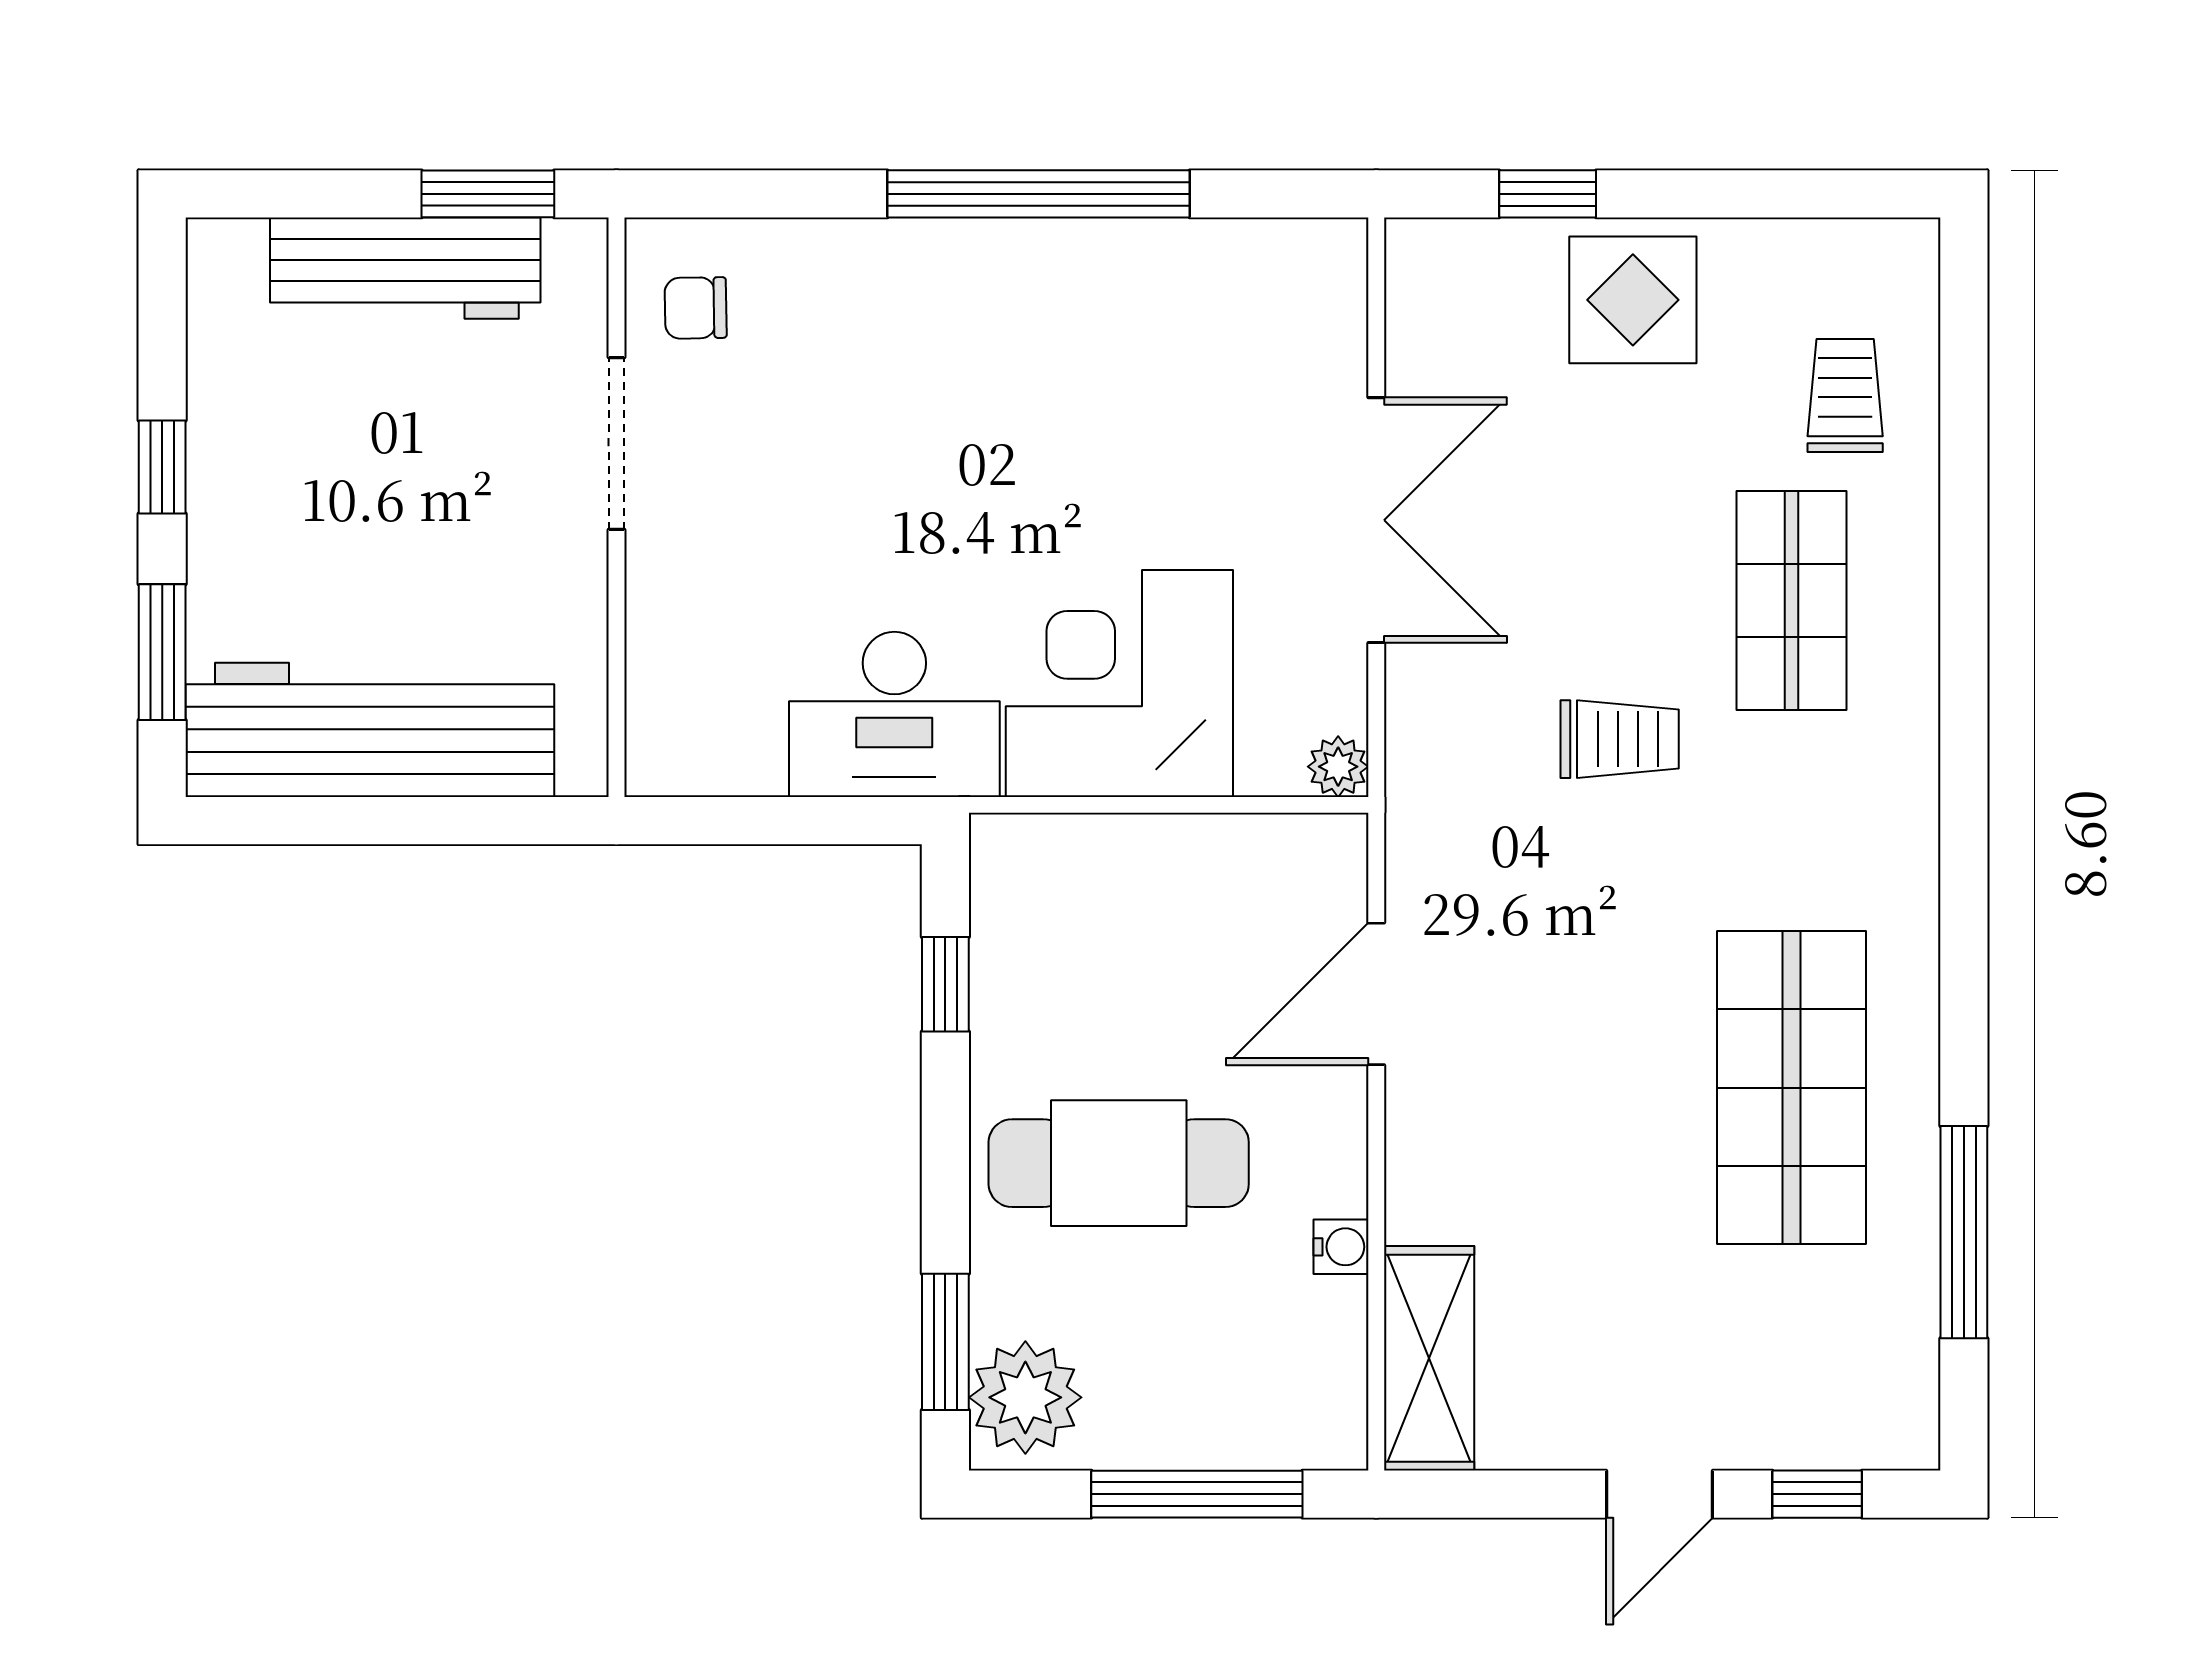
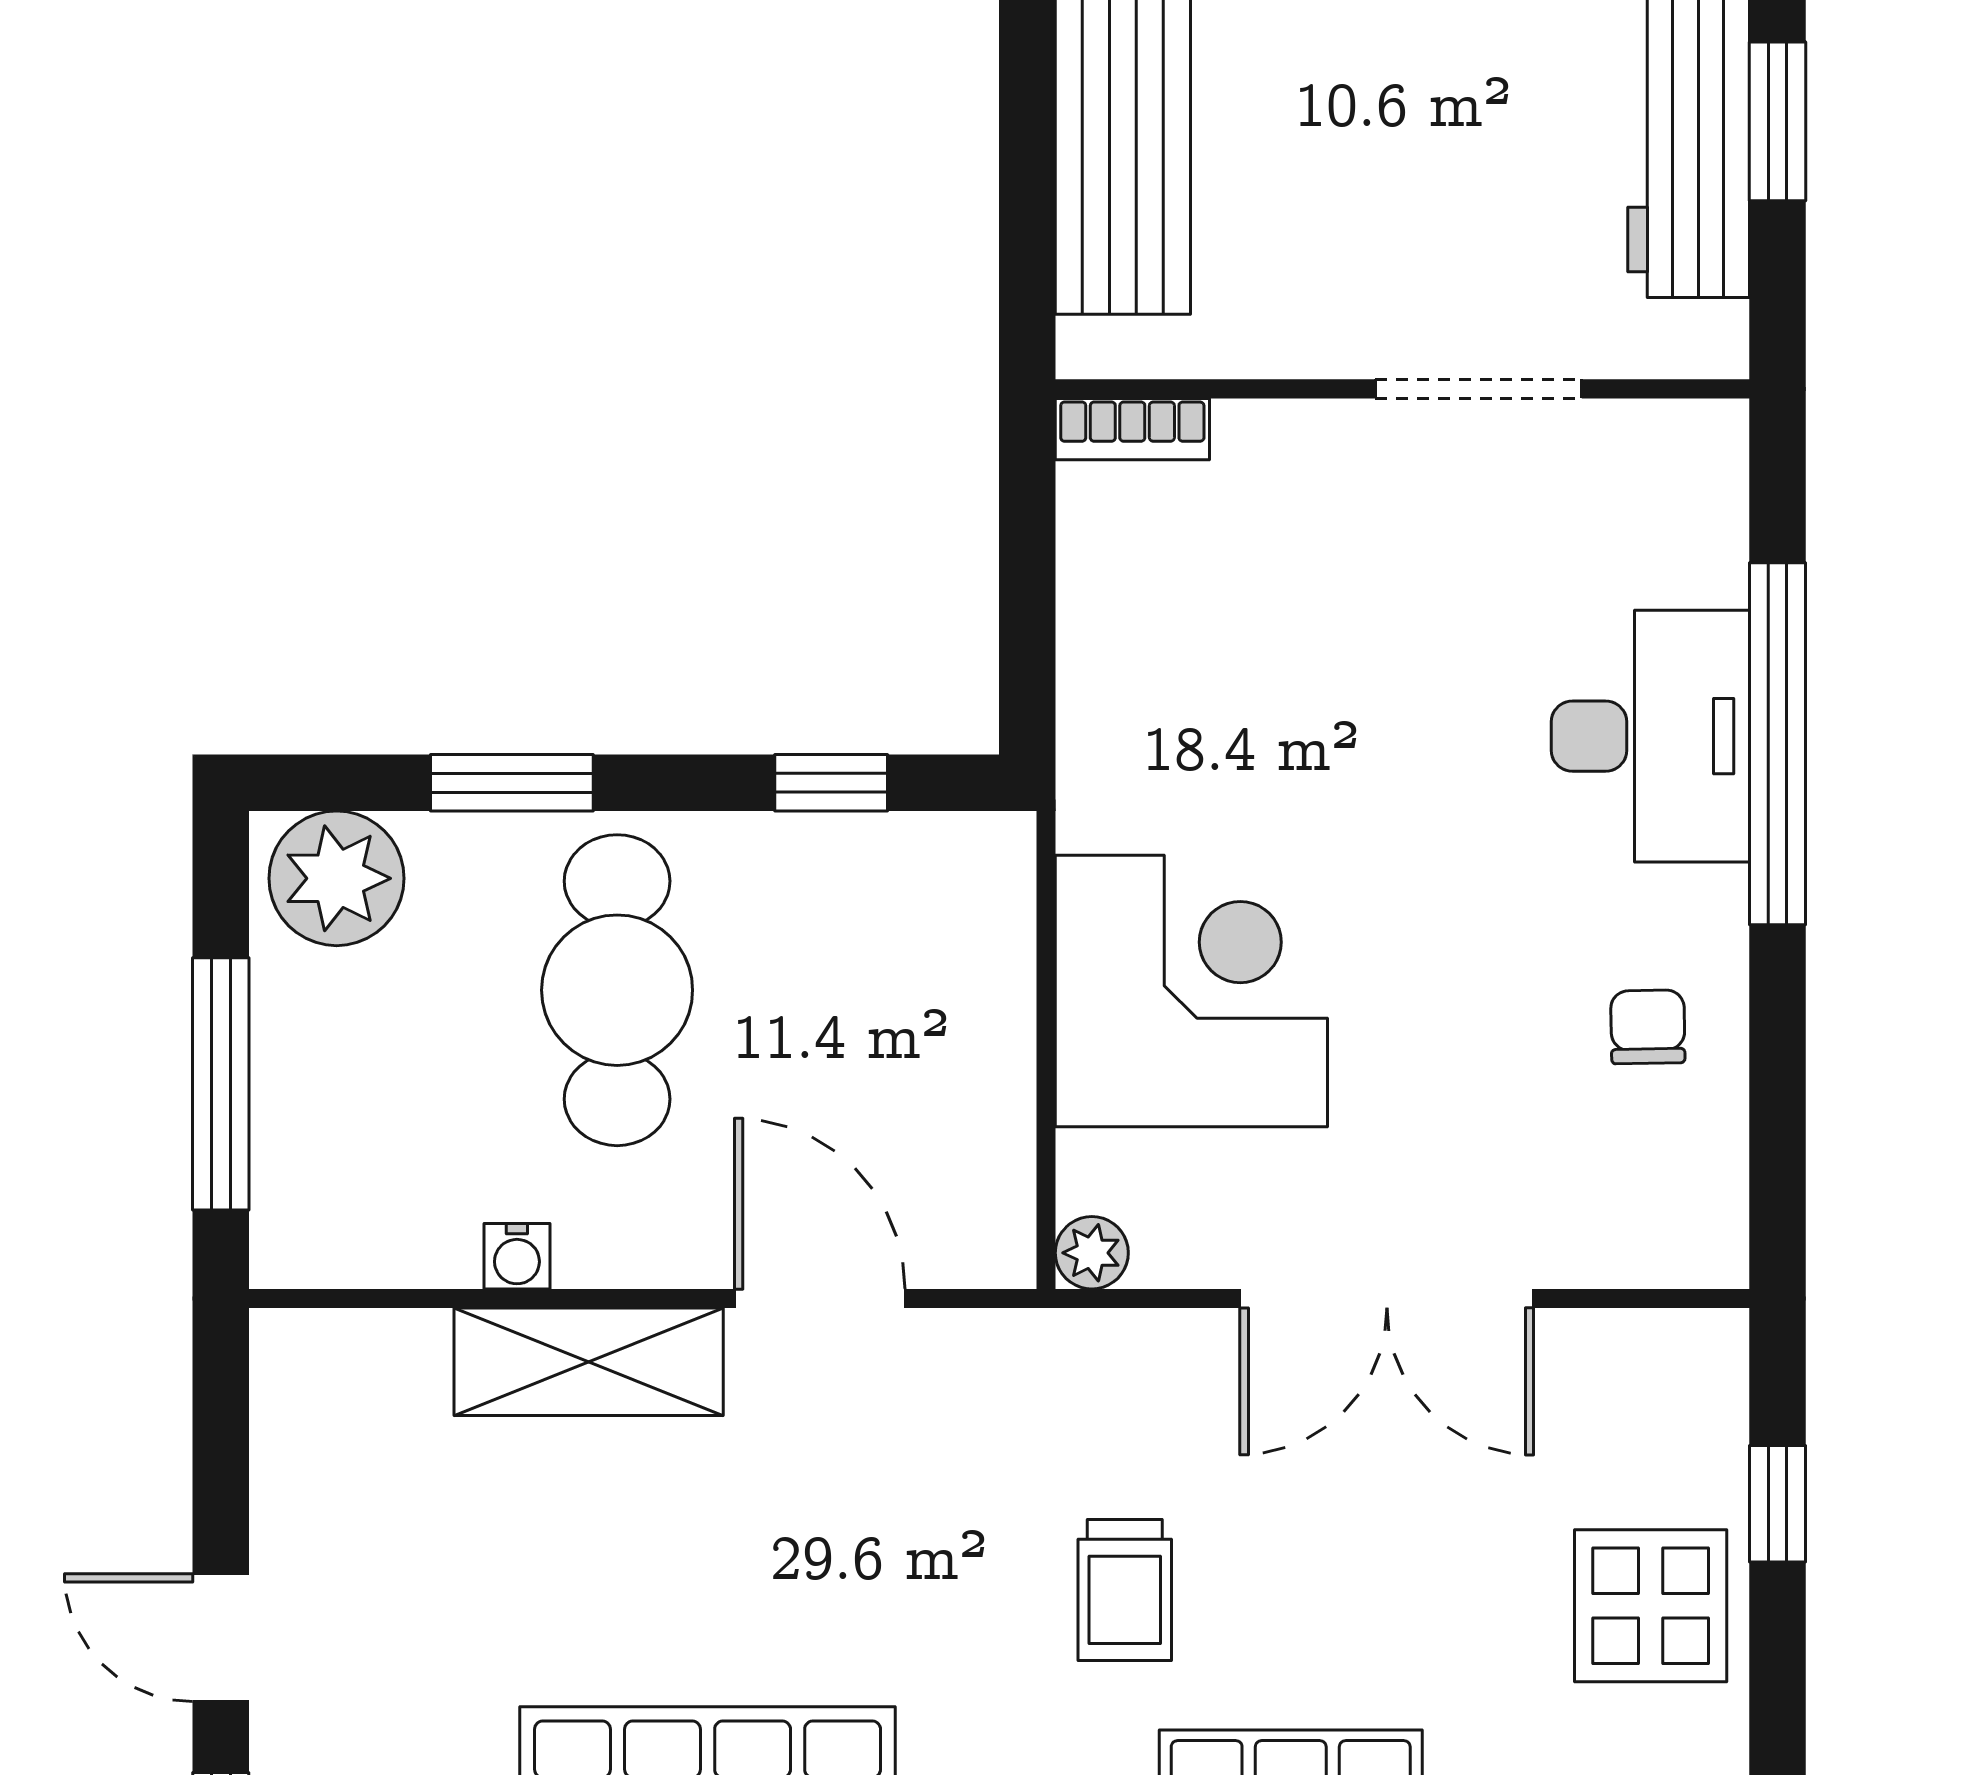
window: (488, 194) -> (1778, 121), moved
window: (1038, 194) -> (1778, 744), moved
chair: (696, 308) -> (1648, 1027), moved
desk: (894, 714) -> (1650, 736), moved, turned 180
bookcase: (650, 733) -> (1132, 429), added
window: (945, 1342) -> (512, 783), moved
shelving: (1429, 1358) -> (589, 1362), moved

